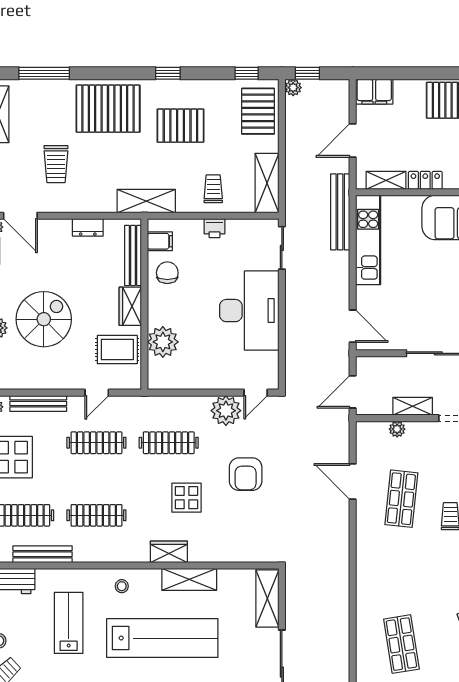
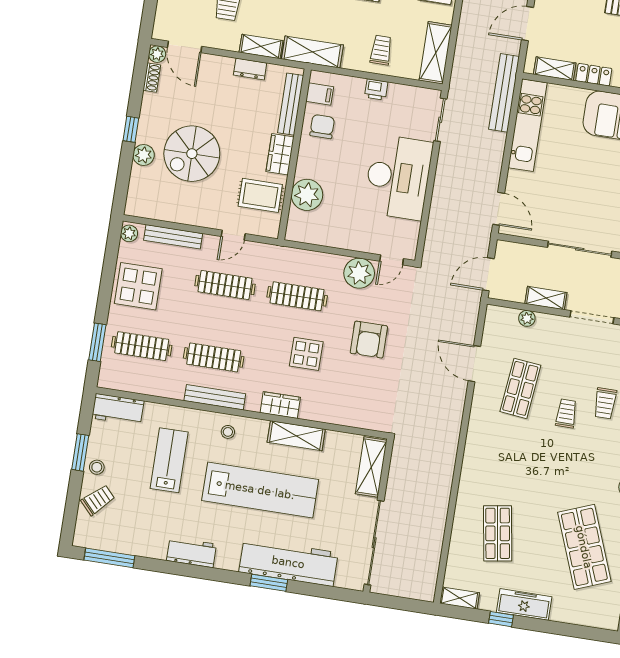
shelving: (95, 204) -> (261, 46), added
spiral stairs: (44, 319) -> (192, 154), turned 180
bench: (43, 554) -> (215, 397), moved

